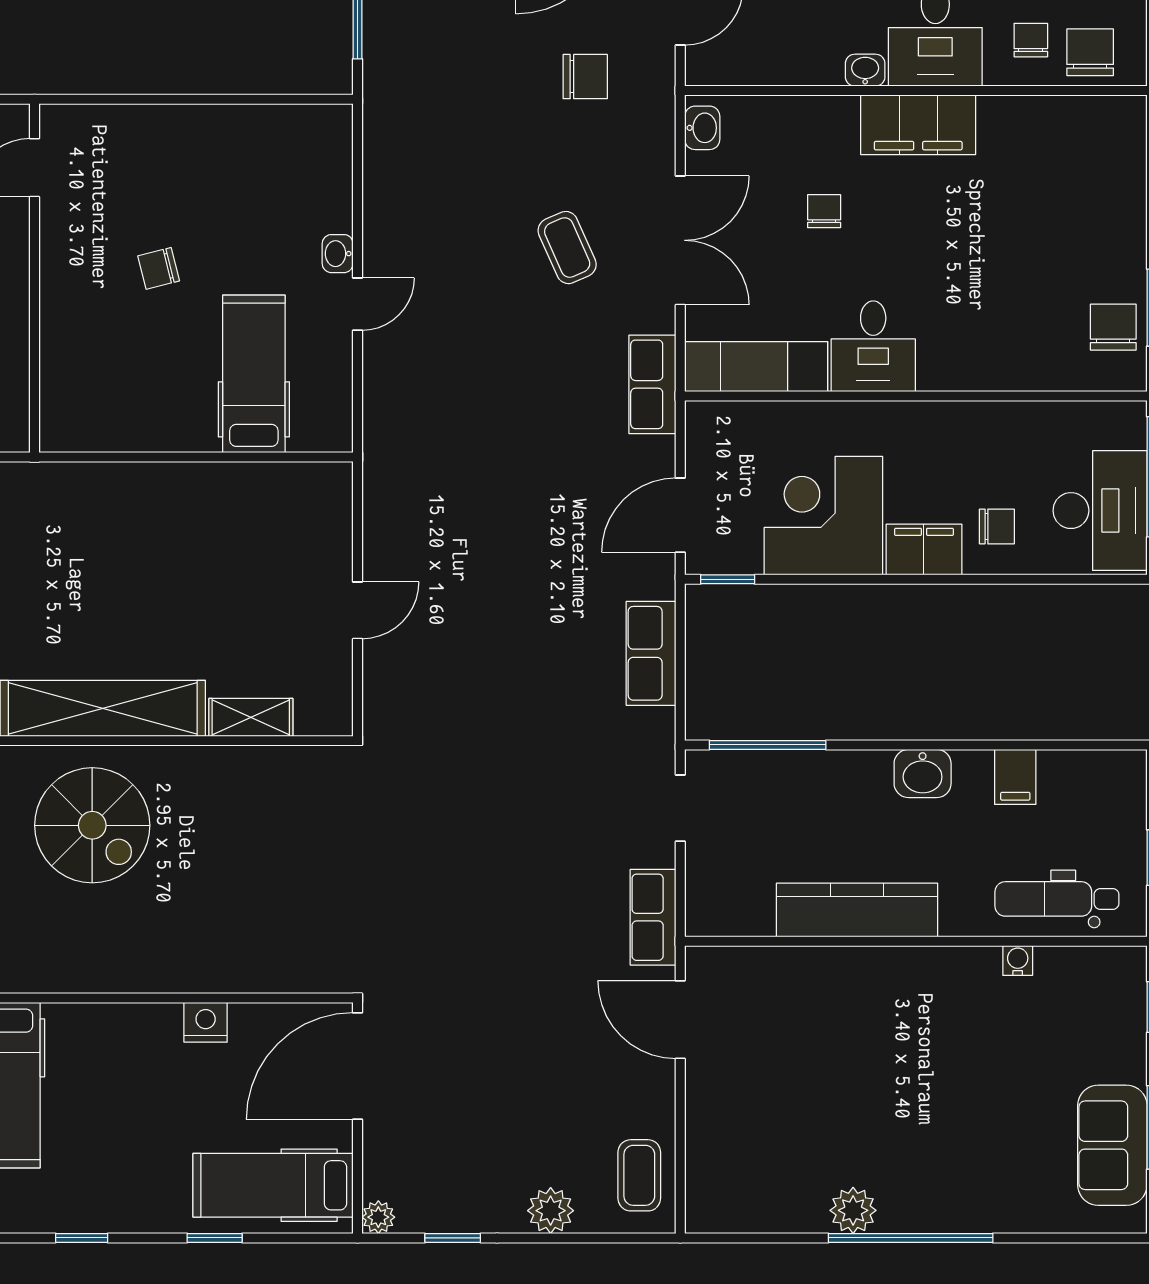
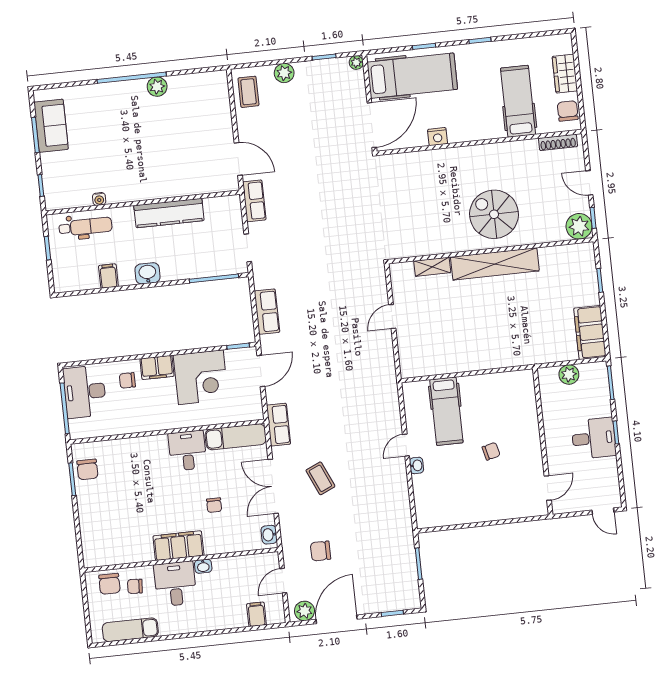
chair: (1031, 40) -> (135, 586), turned 94
hospital bed: (273, 1185) -> (412, 76), width x1.37, depth x1.29

